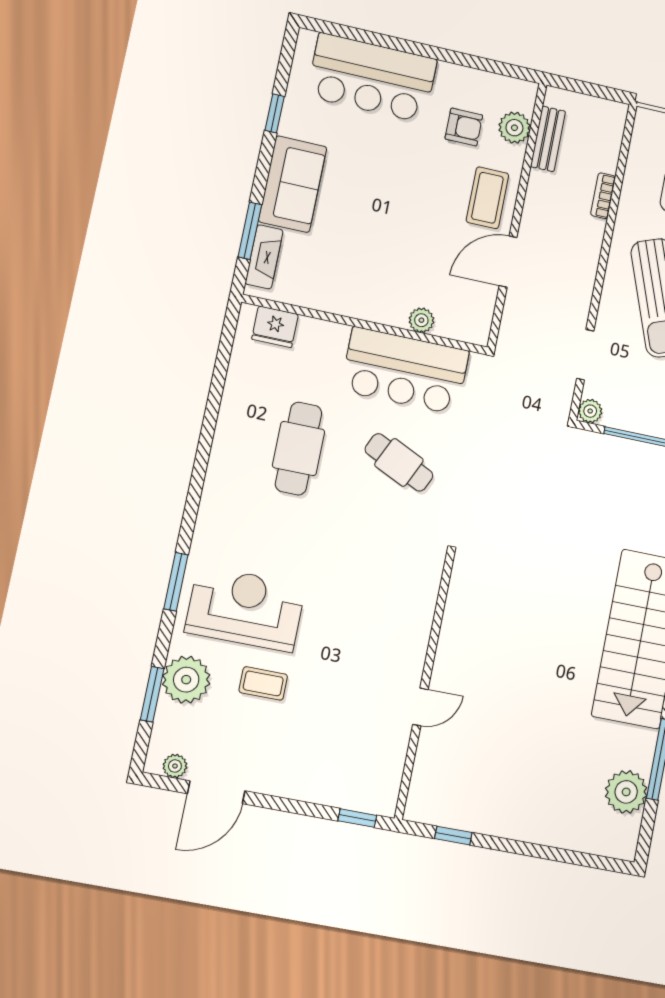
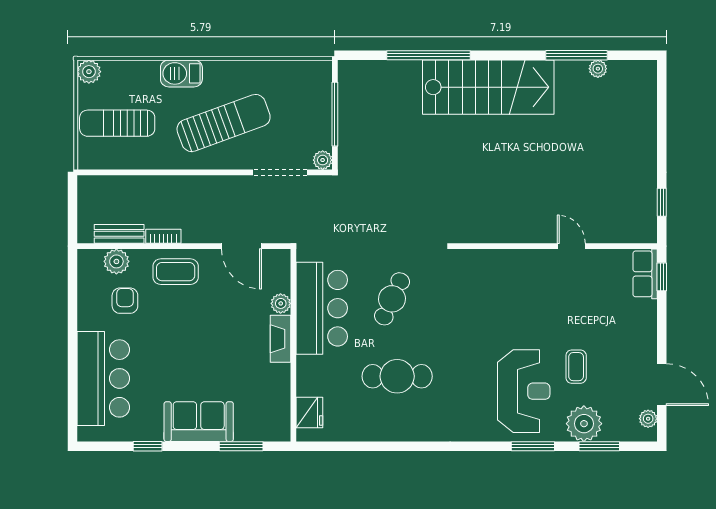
bookcase: (603, 196) -> (163, 236), moved, turned 180
fireplace: (264, 257) -> (280, 339), moved, turned -90
door: (508, 262) -> (241, 246), moved
doorway: (585, 355) -> (280, 172), width x1.38
window: (176, 582) -> (533, 446), moved
reception desk: (245, 609) -> (524, 391), turned 180
plant: (626, 792) -> (598, 69), width x0.53, depth x0.53
row of seats: (365, 797) -> (645, 274), added

